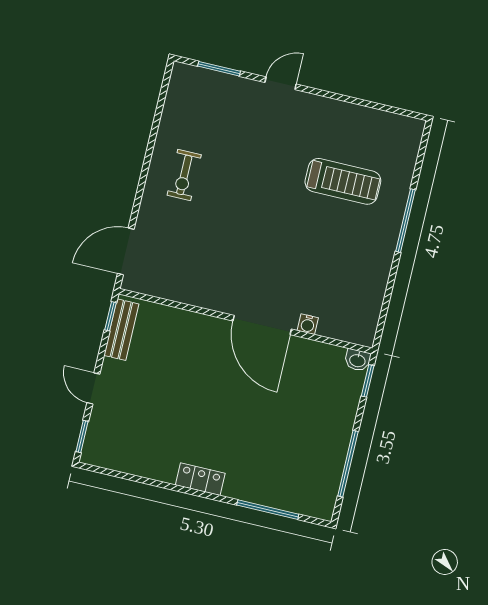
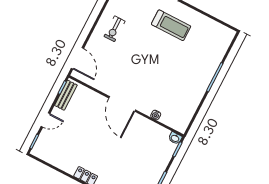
treadmill: (343, 181) -> (171, 25), moved
door: (126, 251) -> (77, 58), swing flipped
door: (262, 325) -> (122, 104), moved
door: (93, 388) -> (45, 120), swing flipped

